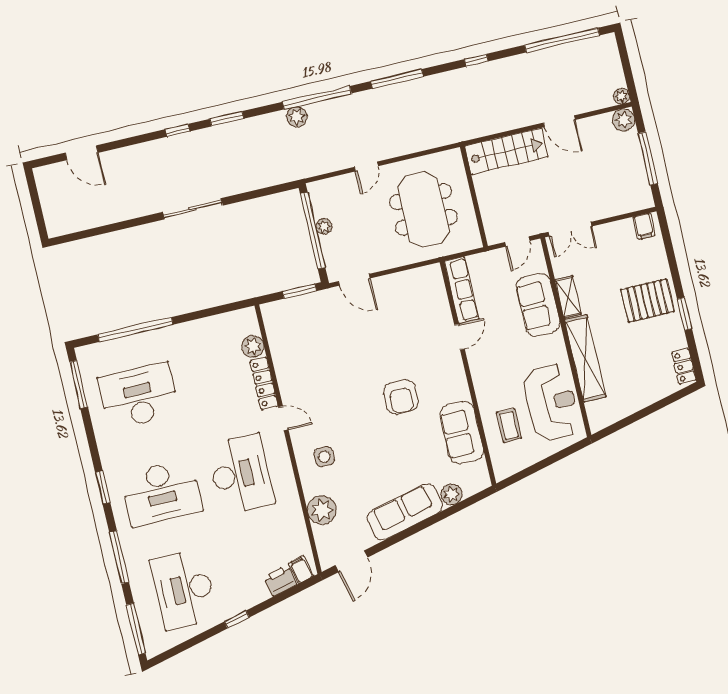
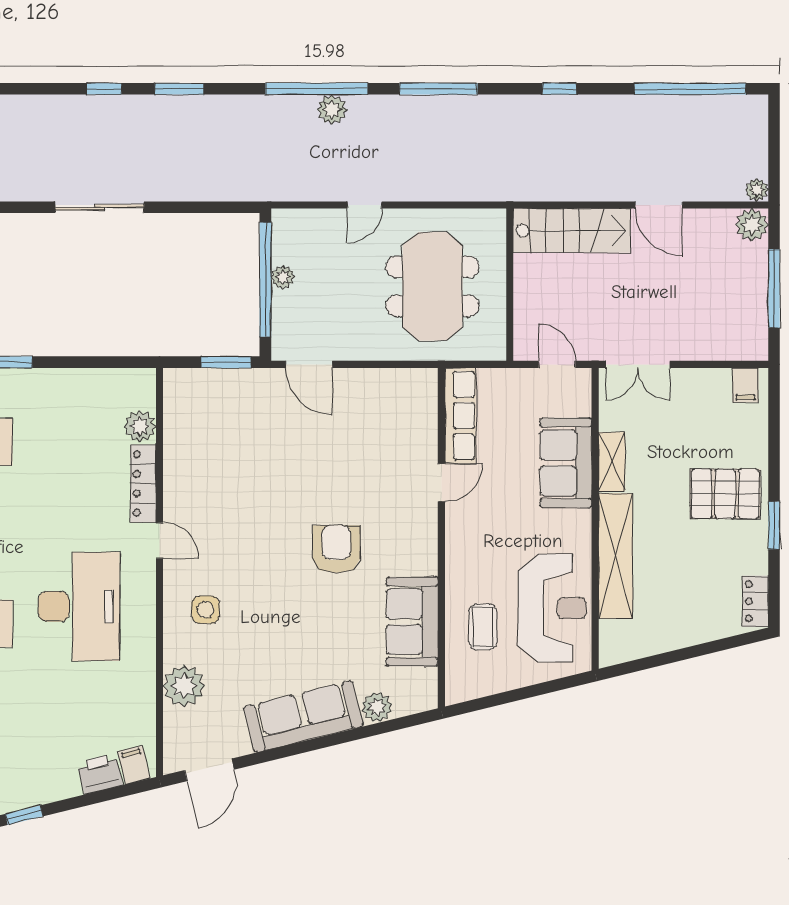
plant: (297, 117) -> (332, 110), moved
door: (517, 242) -> (557, 364), swing flipped
armchair: (401, 397) -> (336, 549), turned 180

